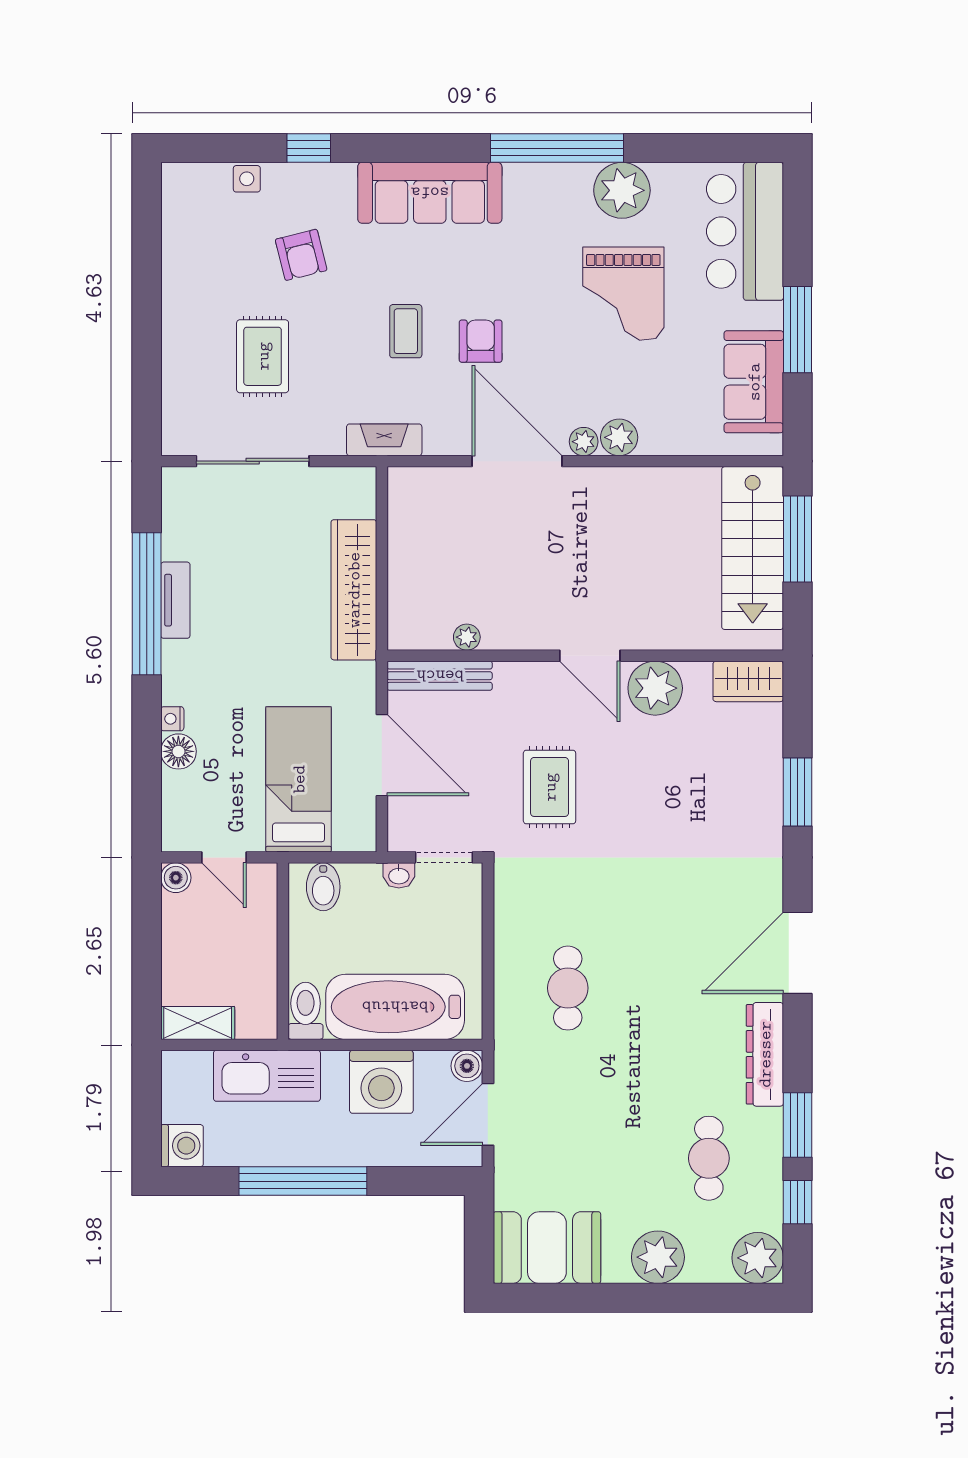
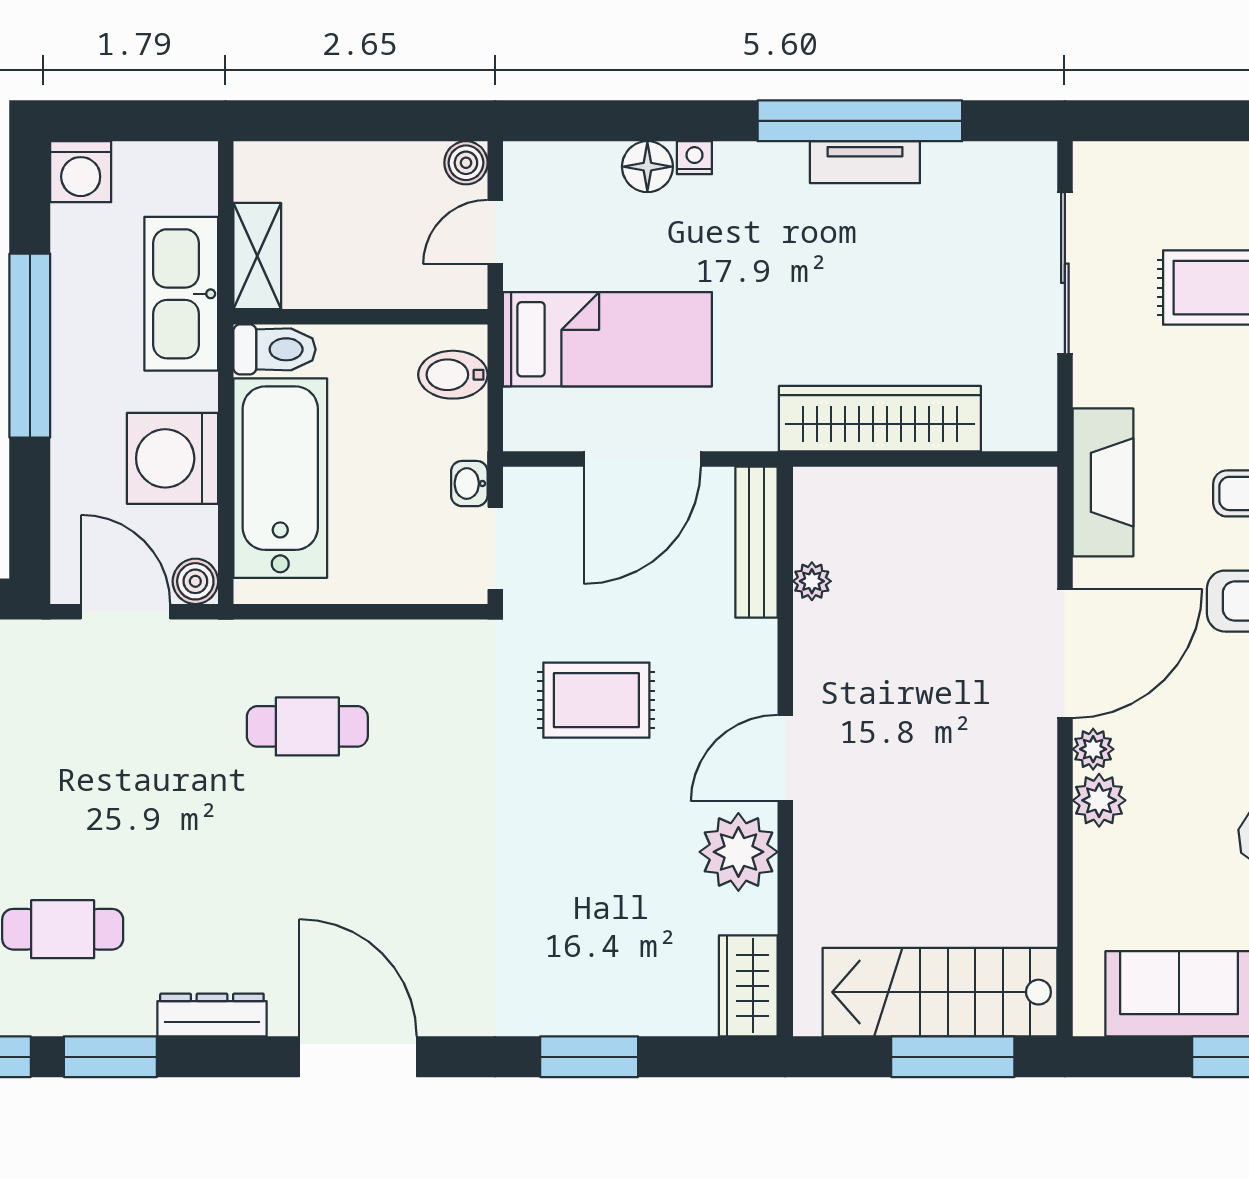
fireplace: (384, 440) -> (1103, 482), width x1.37, depth x1.32
shelving: (198, 1023) -> (257, 256), moved
dresser: (765, 1054) -> (212, 1015), width x0.73, depth x0.80

